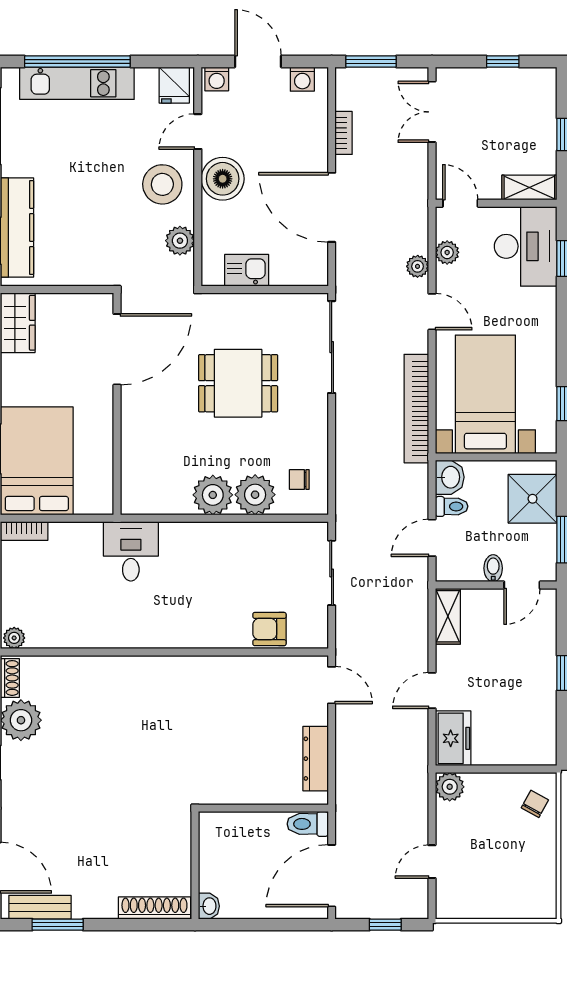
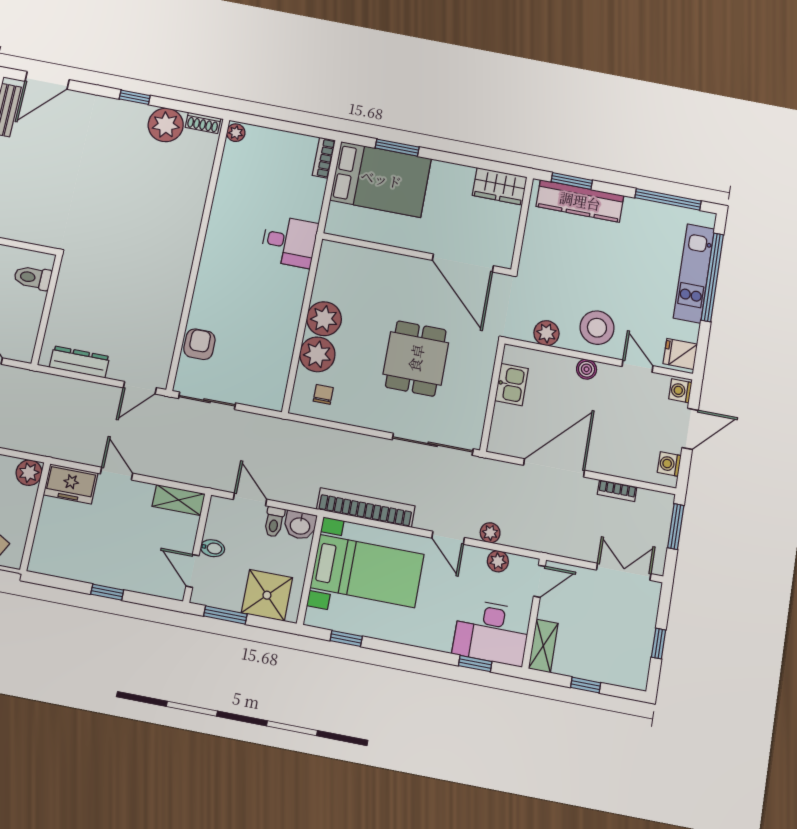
boiler: (223, 179) -> (587, 369), width x0.54, depth x0.54
door: (432, 312) -> (448, 538), hinge flipped
sliding door: (332, 573) -> (207, 401), moved
toilet: (308, 824) -> (33, 278), moved, turned -90

